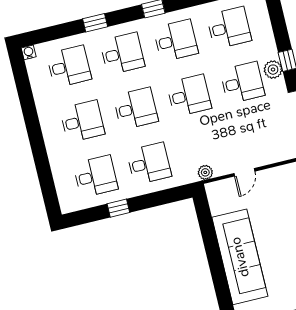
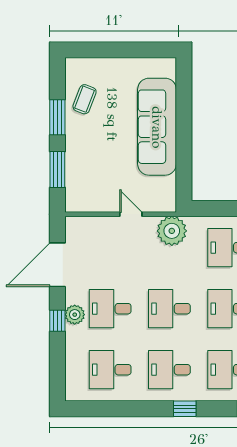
plant: (205, 172) -> (172, 231), width x1.87, depth x1.87
door: (244, 172) -> (131, 214), hinge flipped

